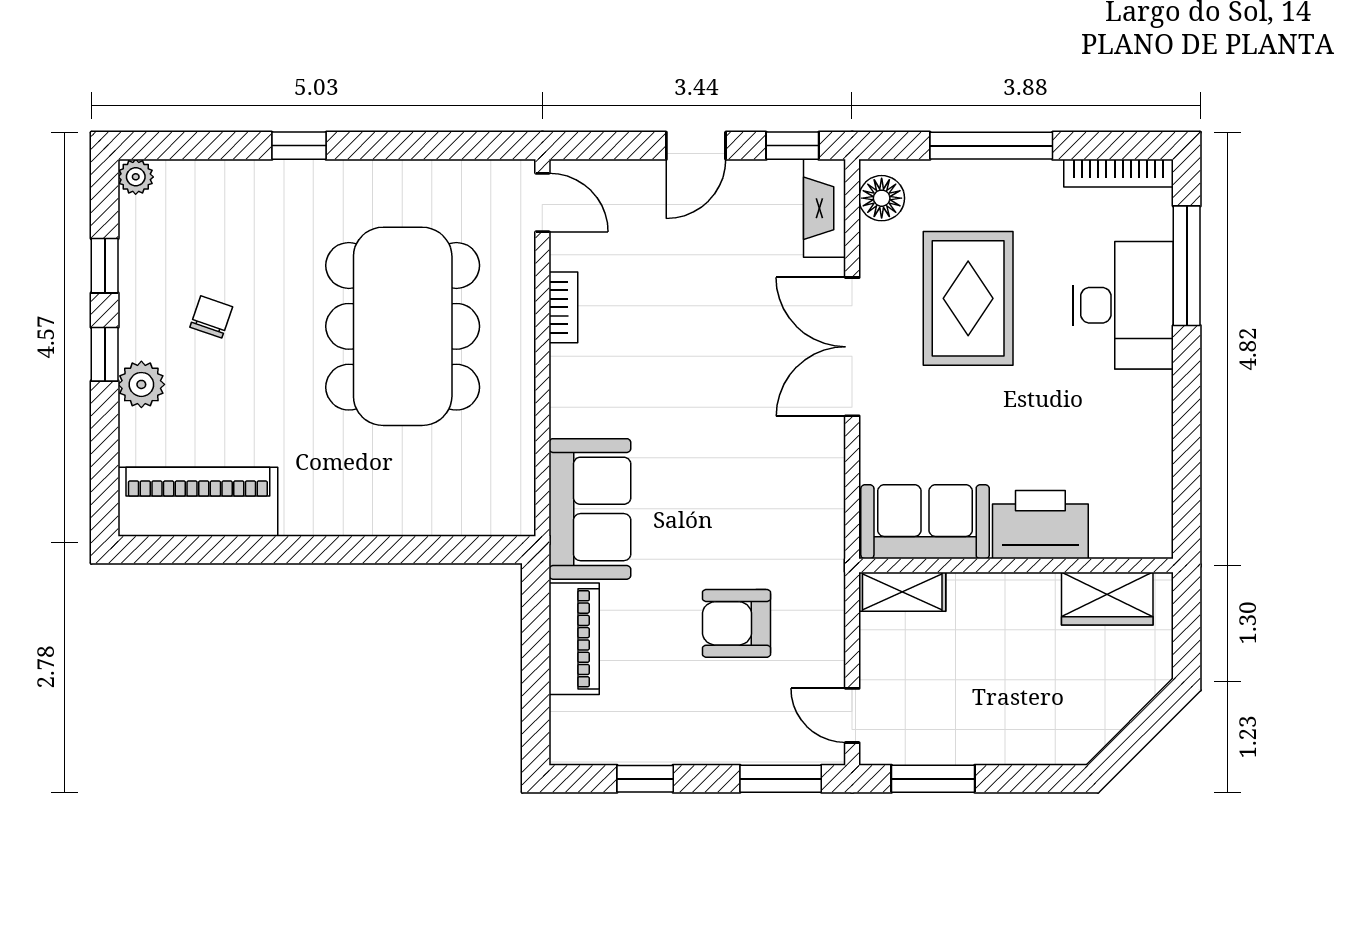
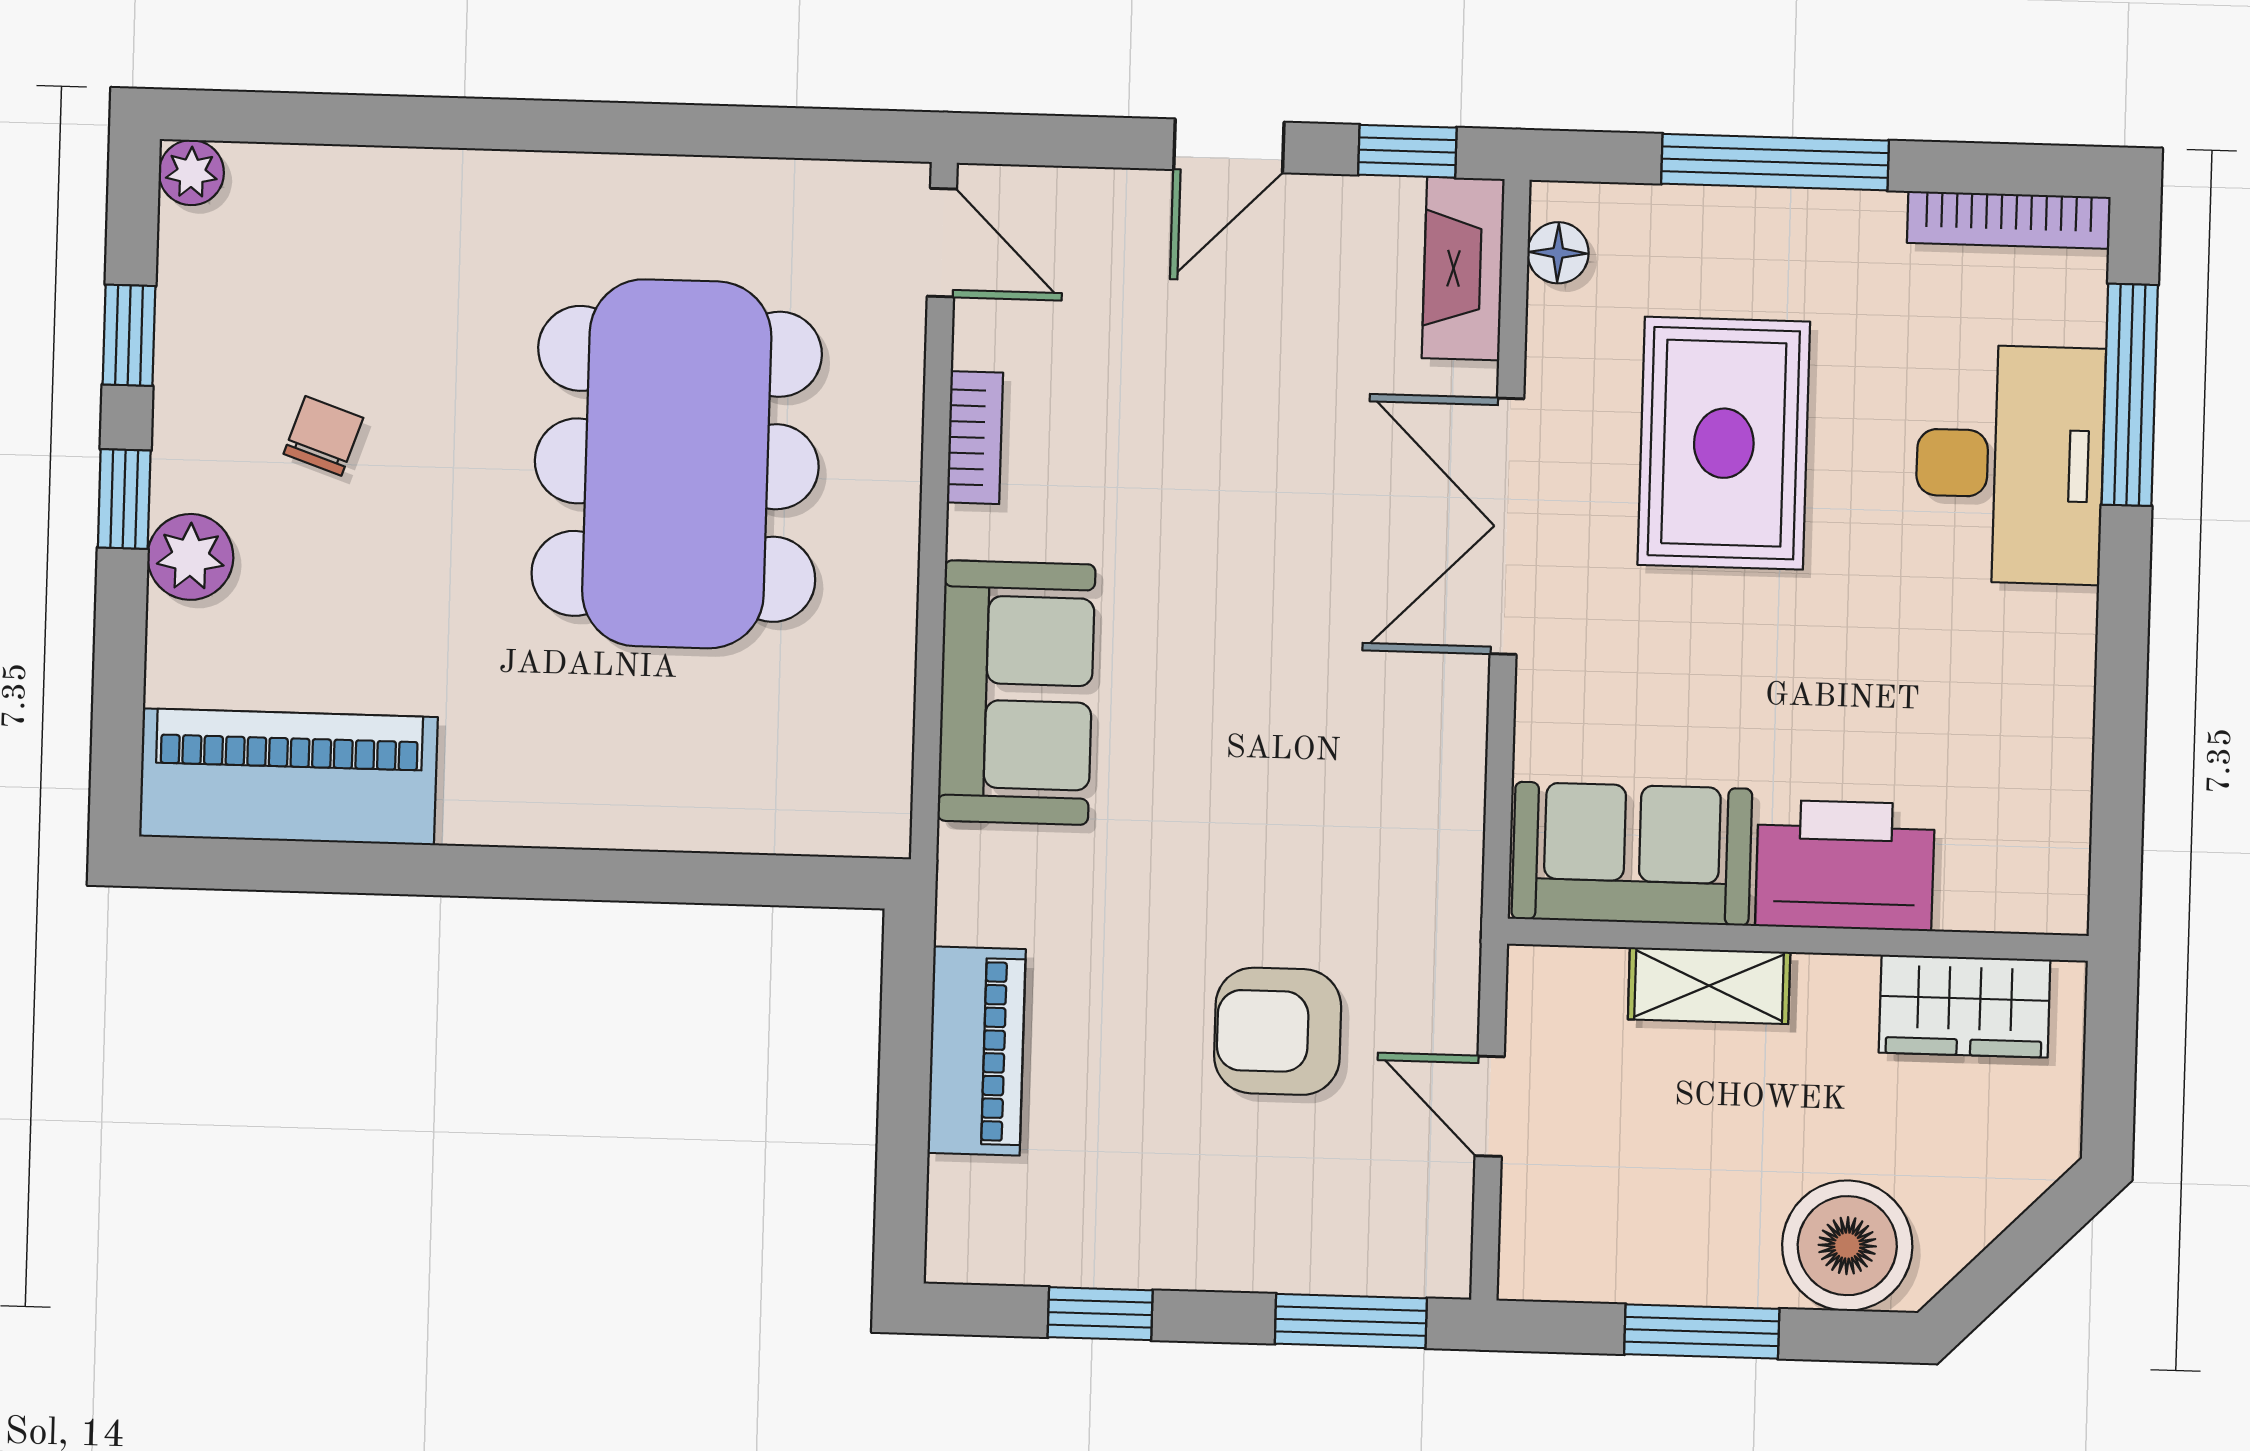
window: (299, 146) -> (495, 124), removed
floor lamp: (882, 198) -> (1558, 253), width x0.73, depth x0.73
sofa: (590, 509) -> (1016, 693), moved
shelving: (902, 592) -> (1709, 986), moved
door: (852, 715) -> (1490, 1106), moved
boiler: (1048, 730) -> (1847, 1246), added
window: (933, 779) -> (1702, 1331), moved

